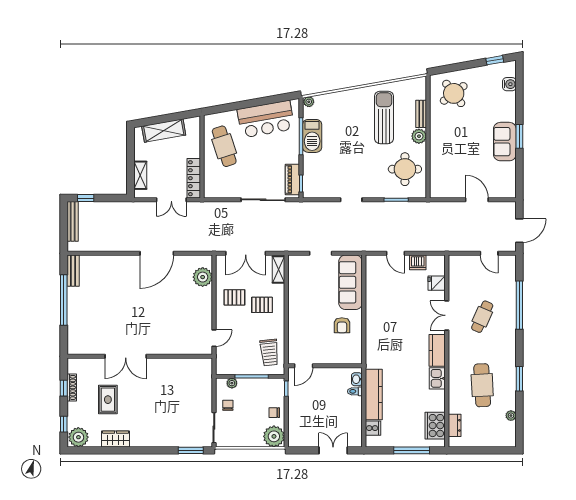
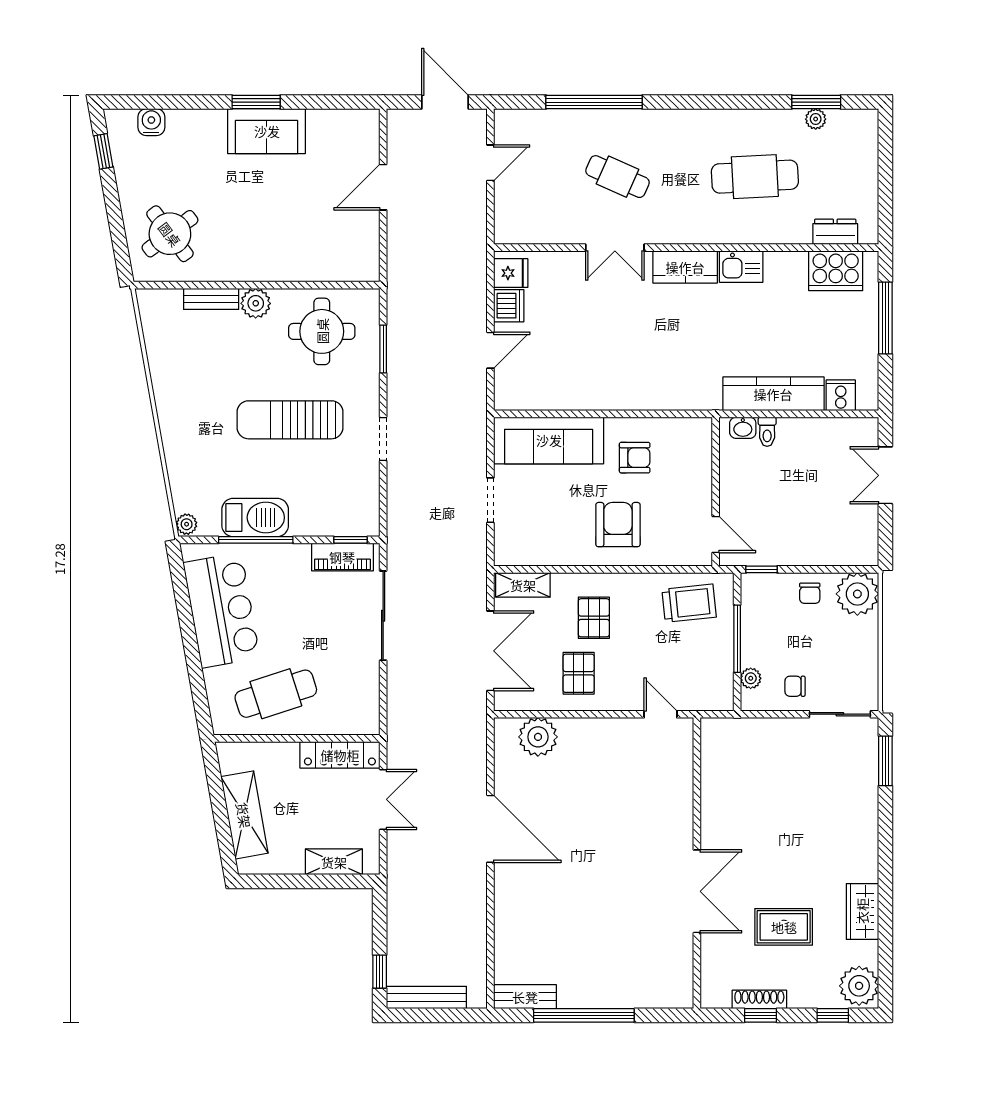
sun lounger: (384, 117) -> (290, 420), moved
fridge: (437, 283) -> (511, 273), moved, turned -90
armchair: (309, 317) -> (618, 525), added
window: (519, 379) -> (816, 102), moved

